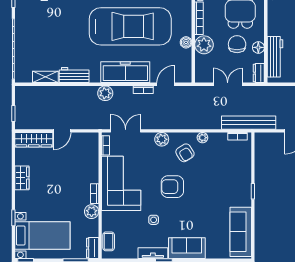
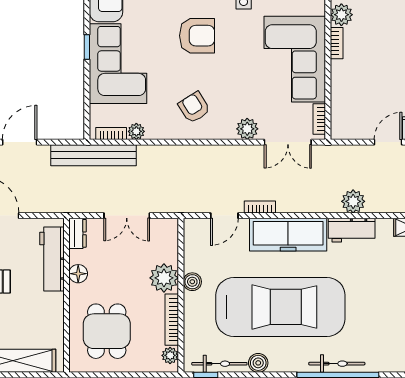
car: (130, 26) -> (280, 307), turned 180
chair: (237, 44) -> (112, 279), removed
workbench: (74, 75) -> (352, 230), moved
plant: (105, 93) -> (353, 201), moved
plant: (202, 138) -> (136, 131), moved
plant: (162, 139) -> (247, 129), moved
corner sofa: (233, 181) -> (118, 64), added
armchair: (172, 187) -> (197, 36), moved

